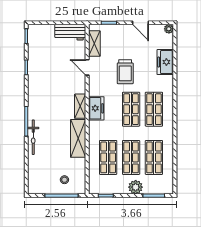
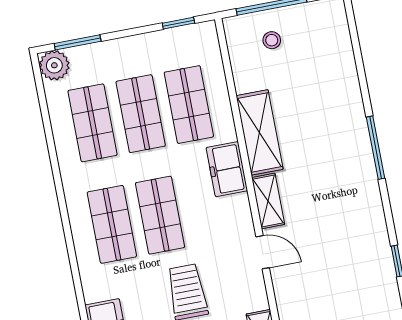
door: (87, 67) -> (263, 252), moved
freezer: (96, 108) -> (227, 169), moved
bicycle: (33, 137) -> (354, 117), removed
plant: (136, 187) -> (54, 65), moved

